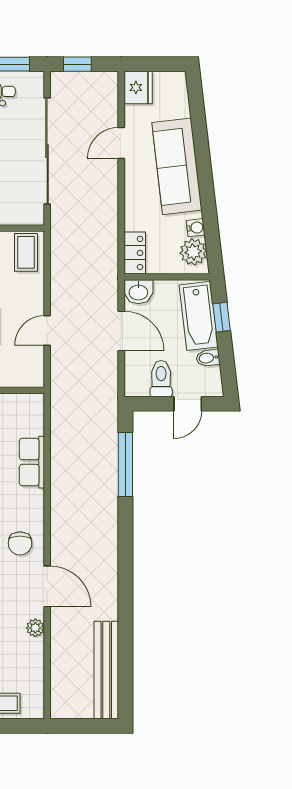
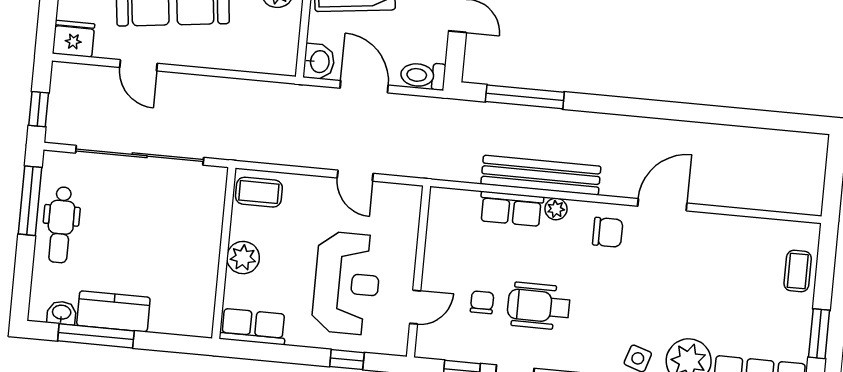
locker: (135, 253) -> (272, 62), removed
door: (121, 331) -> (364, 87), hinge flipped
toilet: (161, 379) -> (423, 75), moved
plant: (35, 628) -> (556, 209), moved
bench: (106, 670) -> (541, 175), moved

